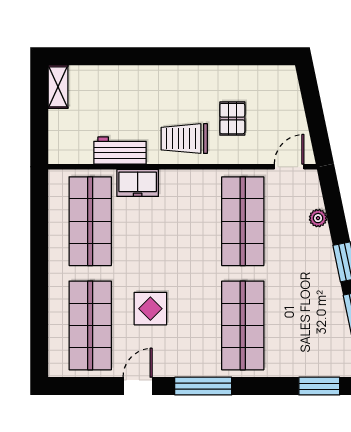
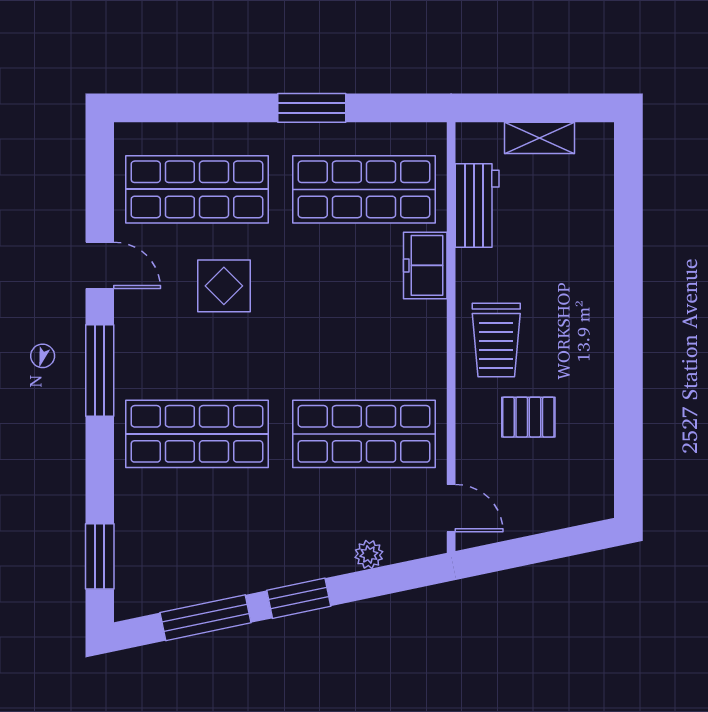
shelving: (58, 87) -> (539, 138), moved
trolley: (184, 139) -> (496, 340), turned 180
workbench: (120, 151) -> (477, 205), moved
window: (39, 254) -> (312, 108), added

